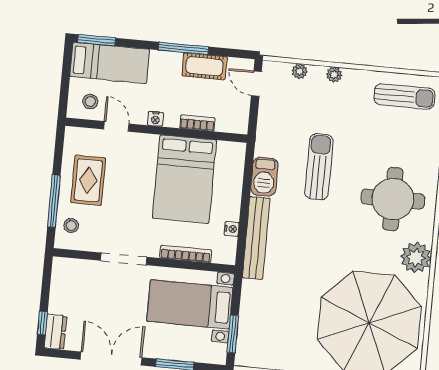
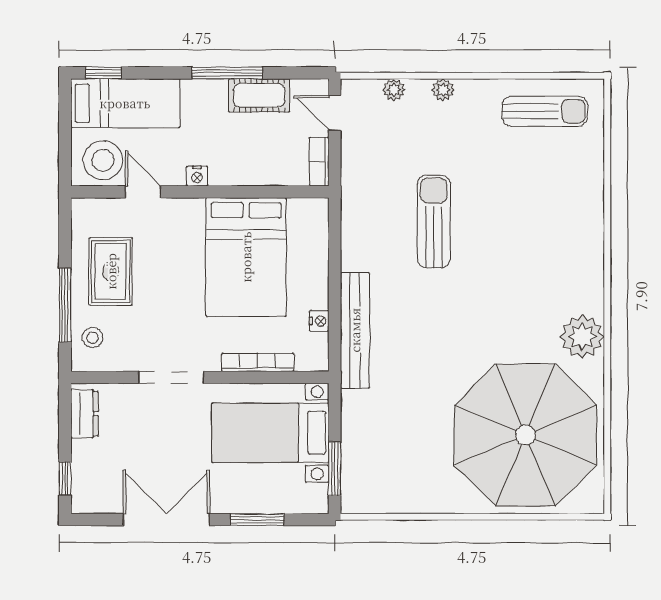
window: (96, 40) -> (103, 73), width x0.67
stool: (90, 102) -> (103, 160), width x1.89, depth x1.89
bookcase: (197, 123) -> (319, 162), moved, turned -90
barbecue: (264, 177) -> (358, 243), removed
round table: (393, 199) -> (542, 257), removed
dresser: (55, 332) -> (84, 414), moved

